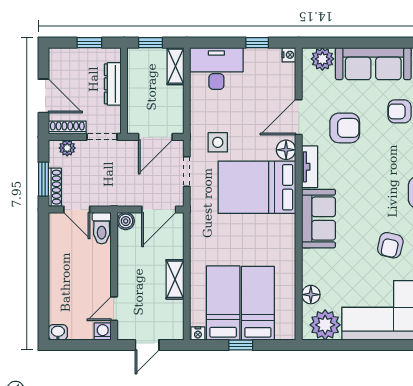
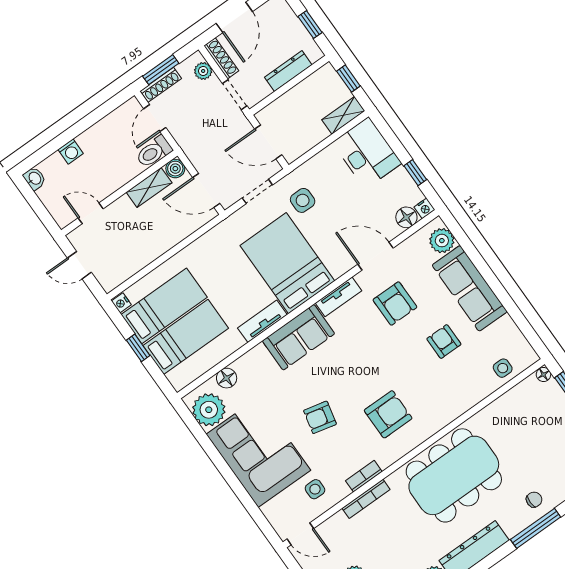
floor lamp: (286, 150) -> (406, 217), moved
tv unit: (287, 237) -> (262, 321), added
shelving: (175, 279) -> (149, 188), moved
washing machine: (103, 331) -> (71, 152), moved, turned 90

